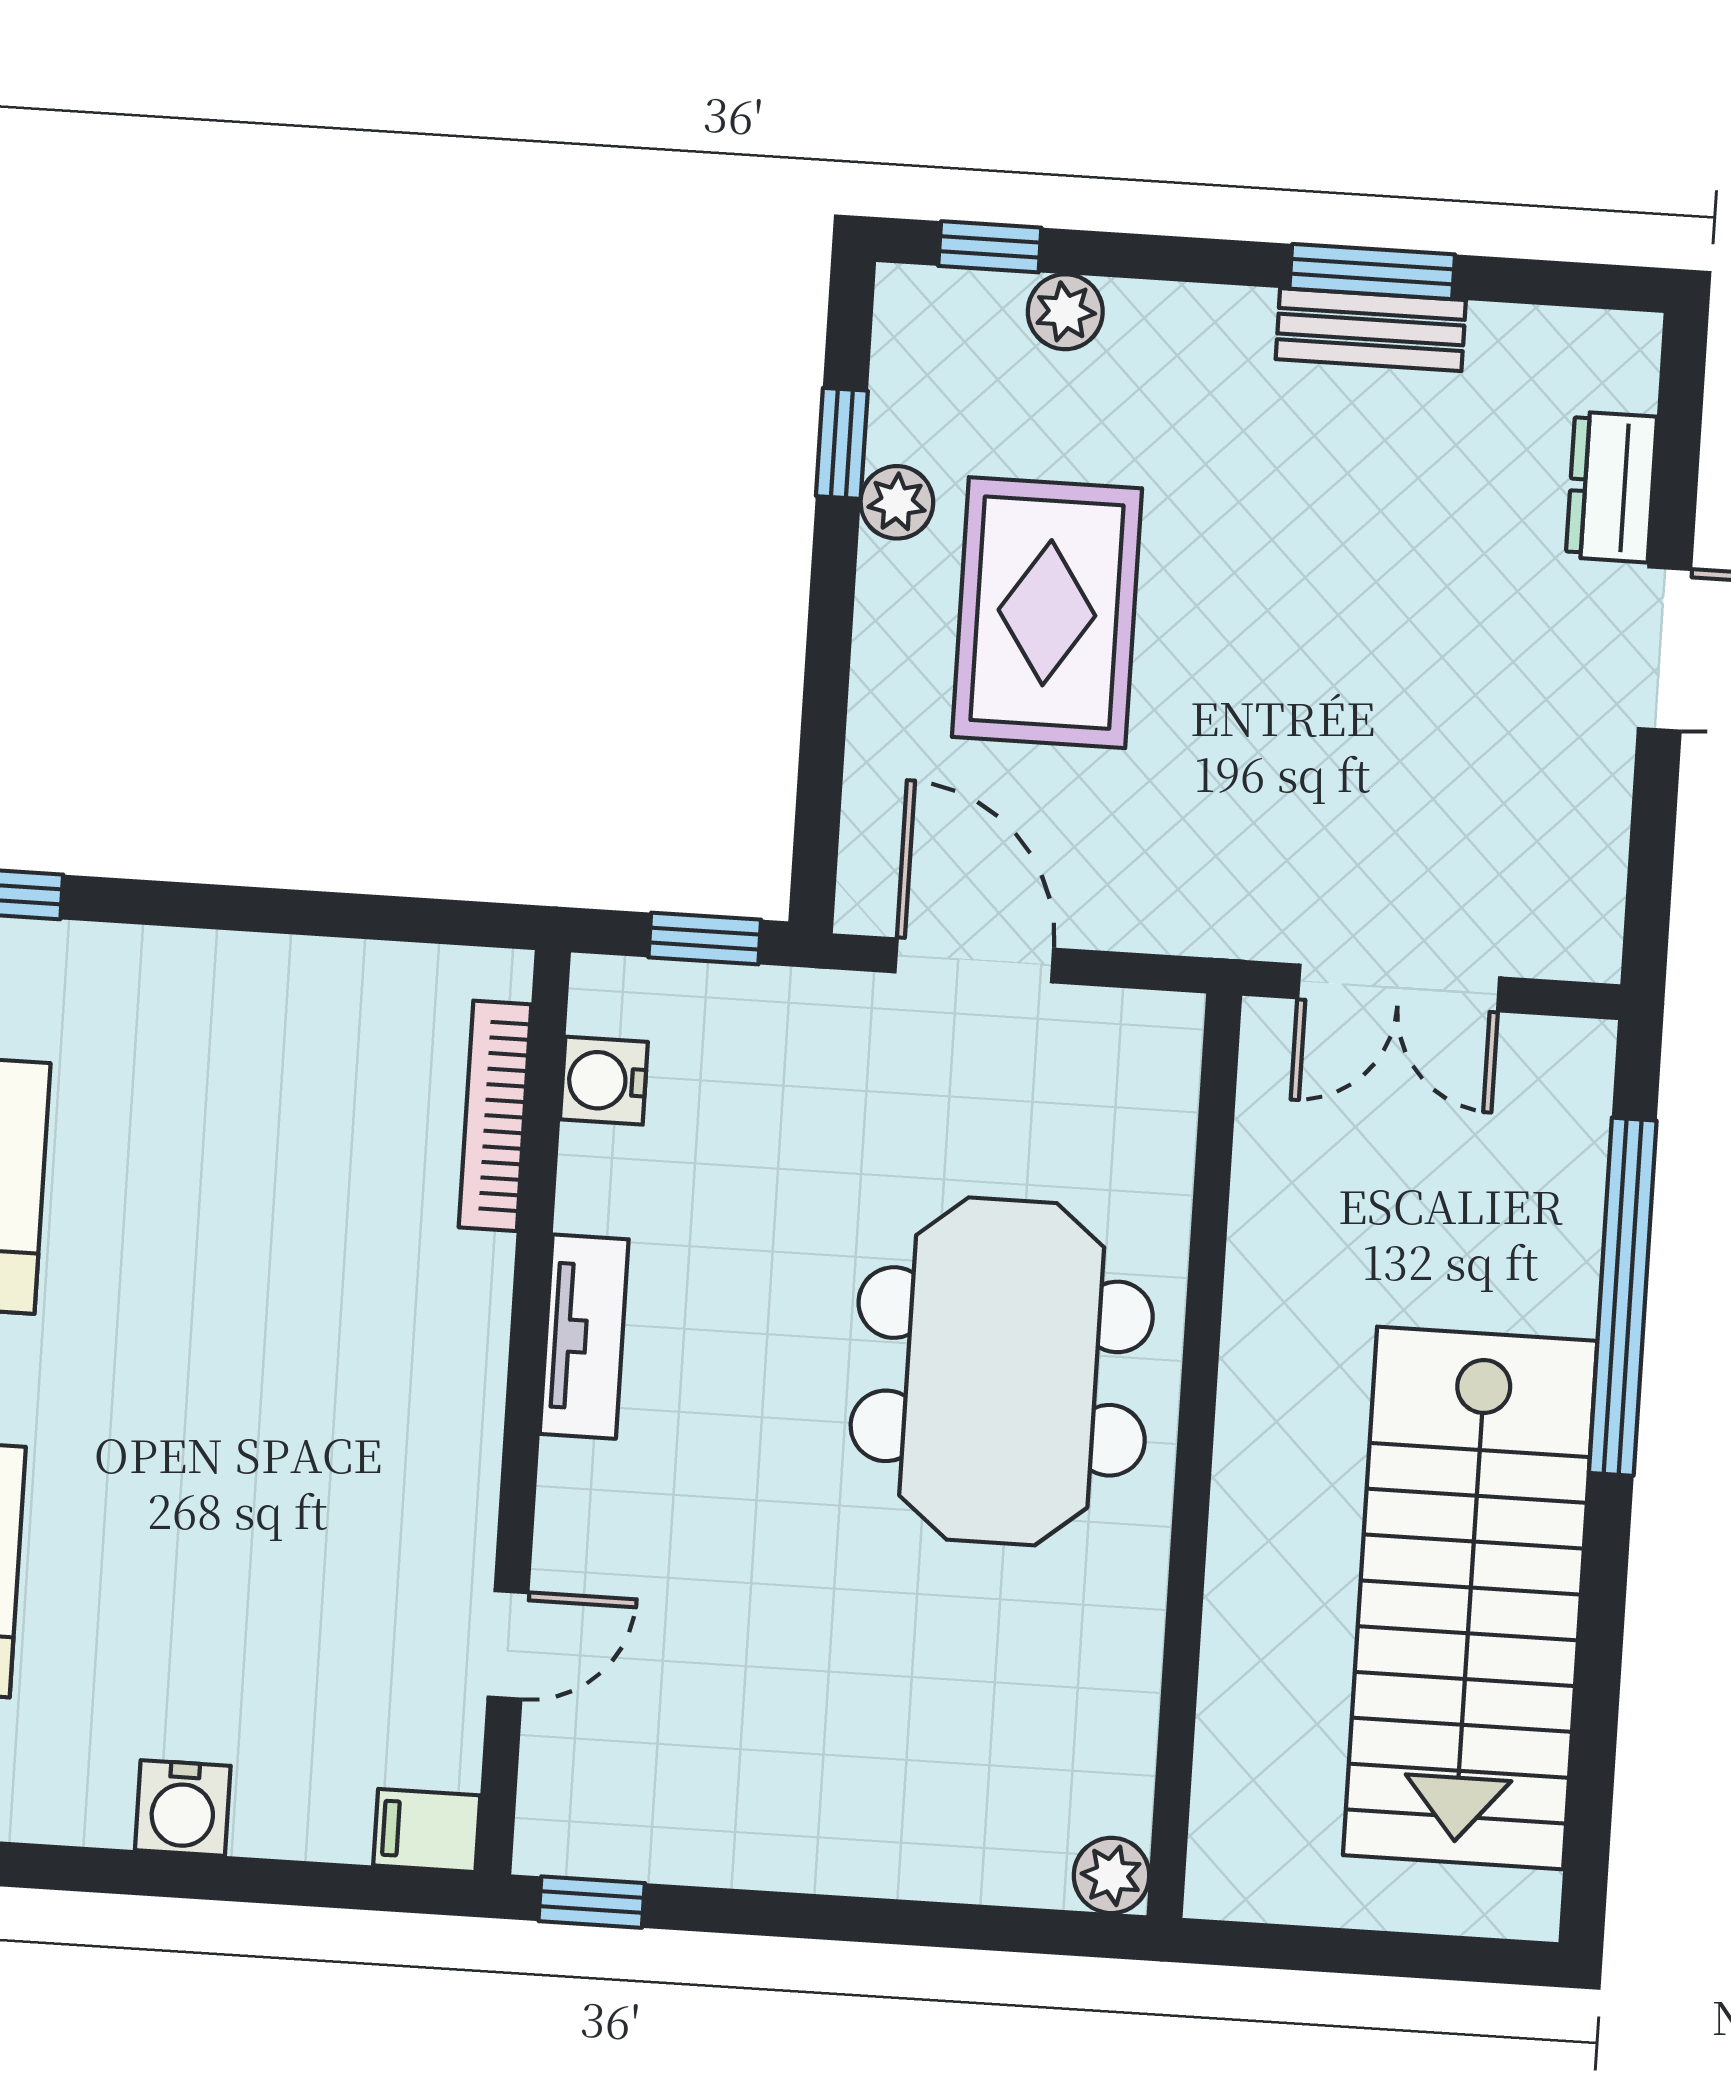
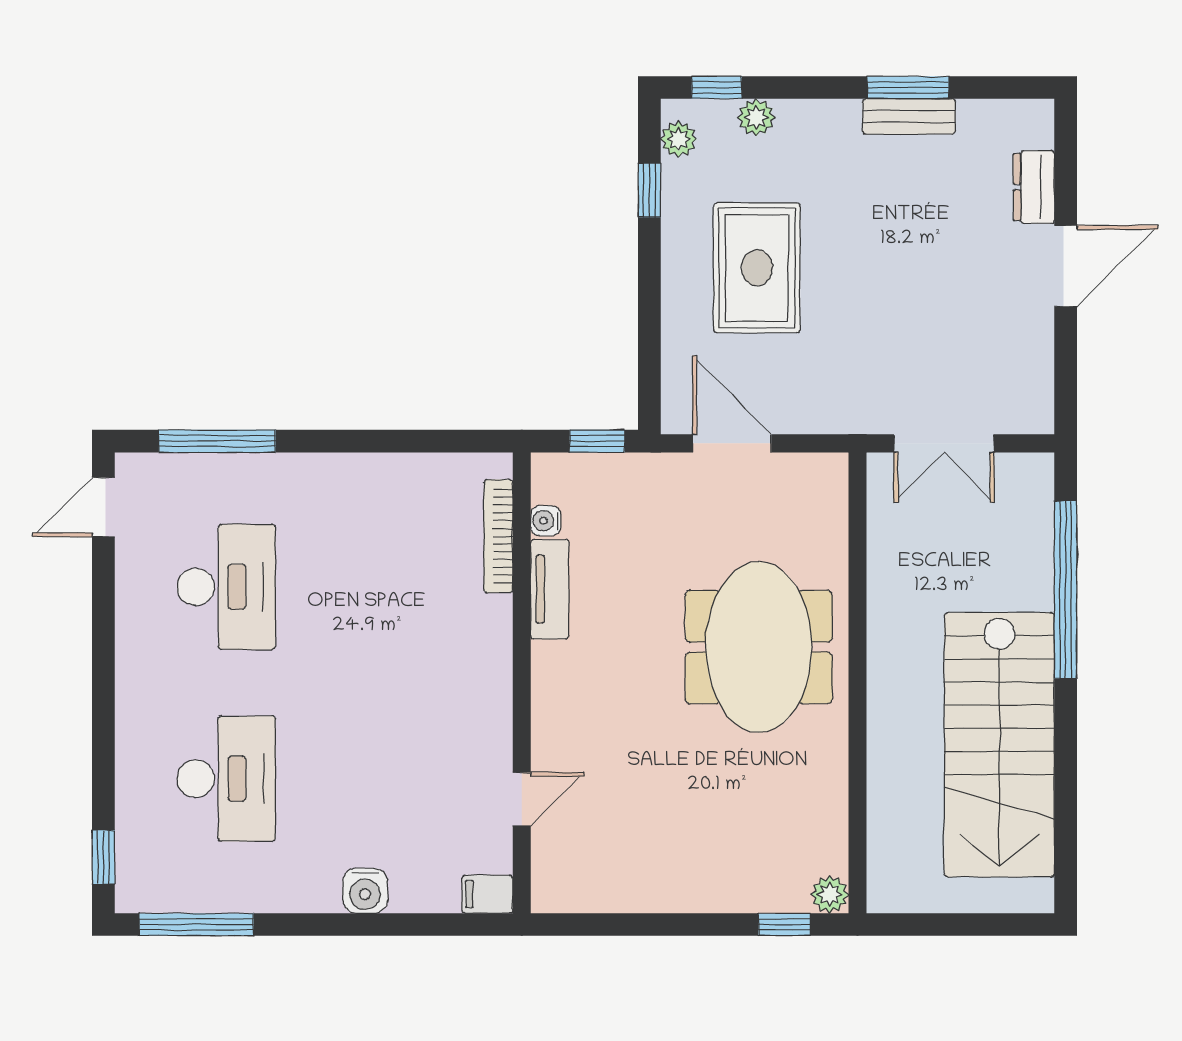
plant: (897, 502) -> (679, 139), moved
water cooler: (604, 1081) -> (546, 521), width x0.72, depth x0.72
tv unit: (584, 1337) -> (550, 589), moved
window: (592, 1902) -> (784, 924), moved

